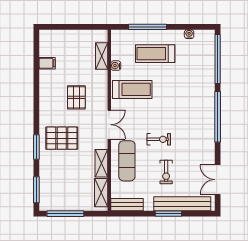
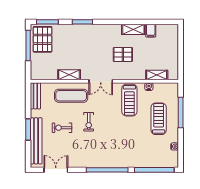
pallet: (62, 138) -> (43, 39), moved
shelving: (101, 193) -> (133, 29), moved

